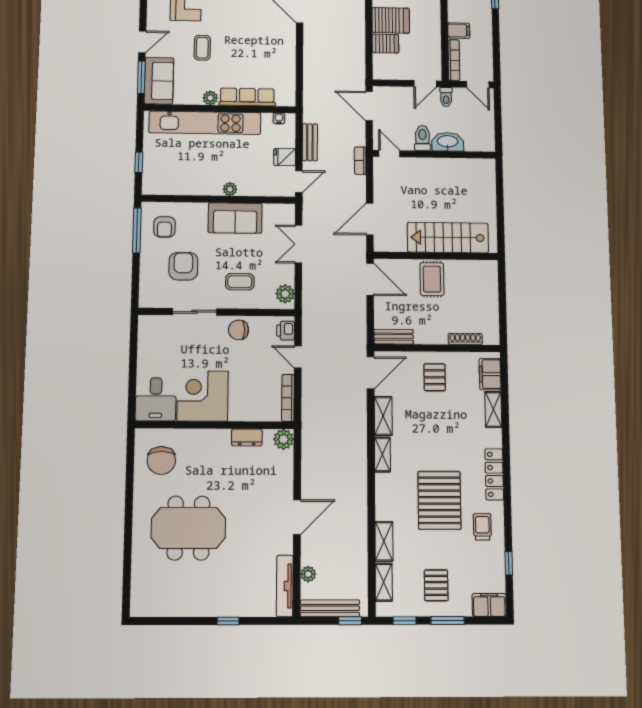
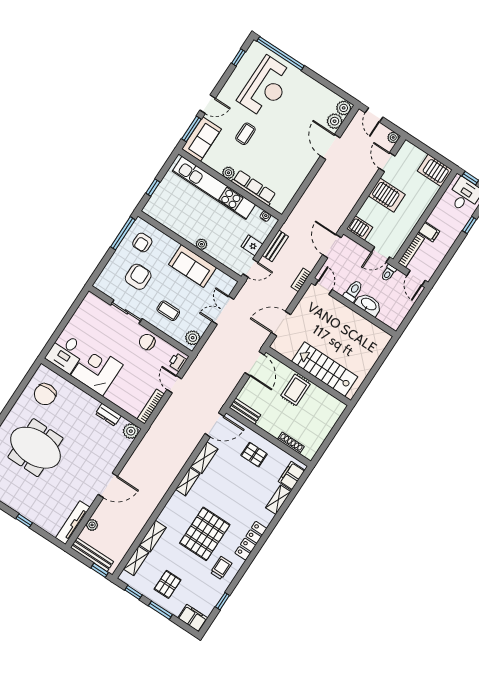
server rack: (385, 44) -> (360, 228), moved
pallet: (435, 377) -> (254, 455), turned 90

